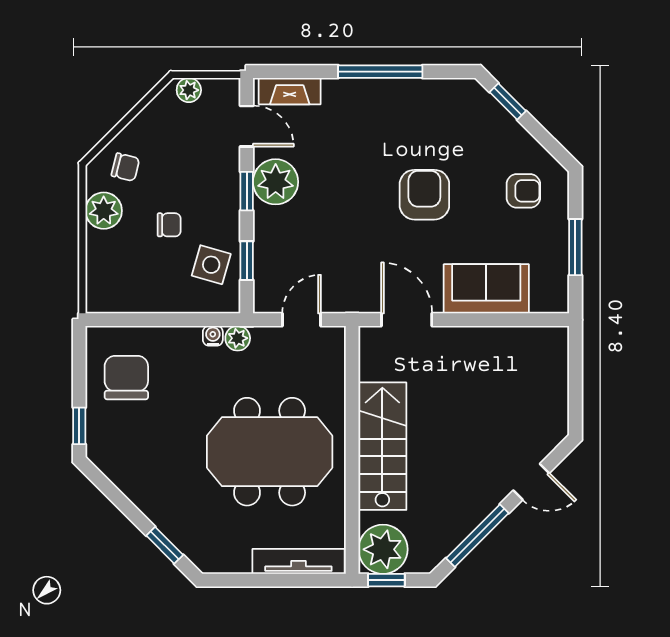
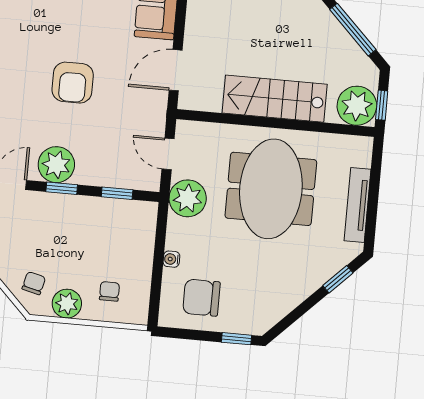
armchair: (424, 195) -> (73, 83), moved, turned -90
chair: (169, 225) -> (109, 291), moved
side table: (211, 265) -> (118, 222), removed
water cooler: (213, 336) -> (171, 259), moved
plant: (238, 338) -> (188, 198), width x1.87, depth x1.87
tv unit: (298, 561) -> (358, 205), moved

